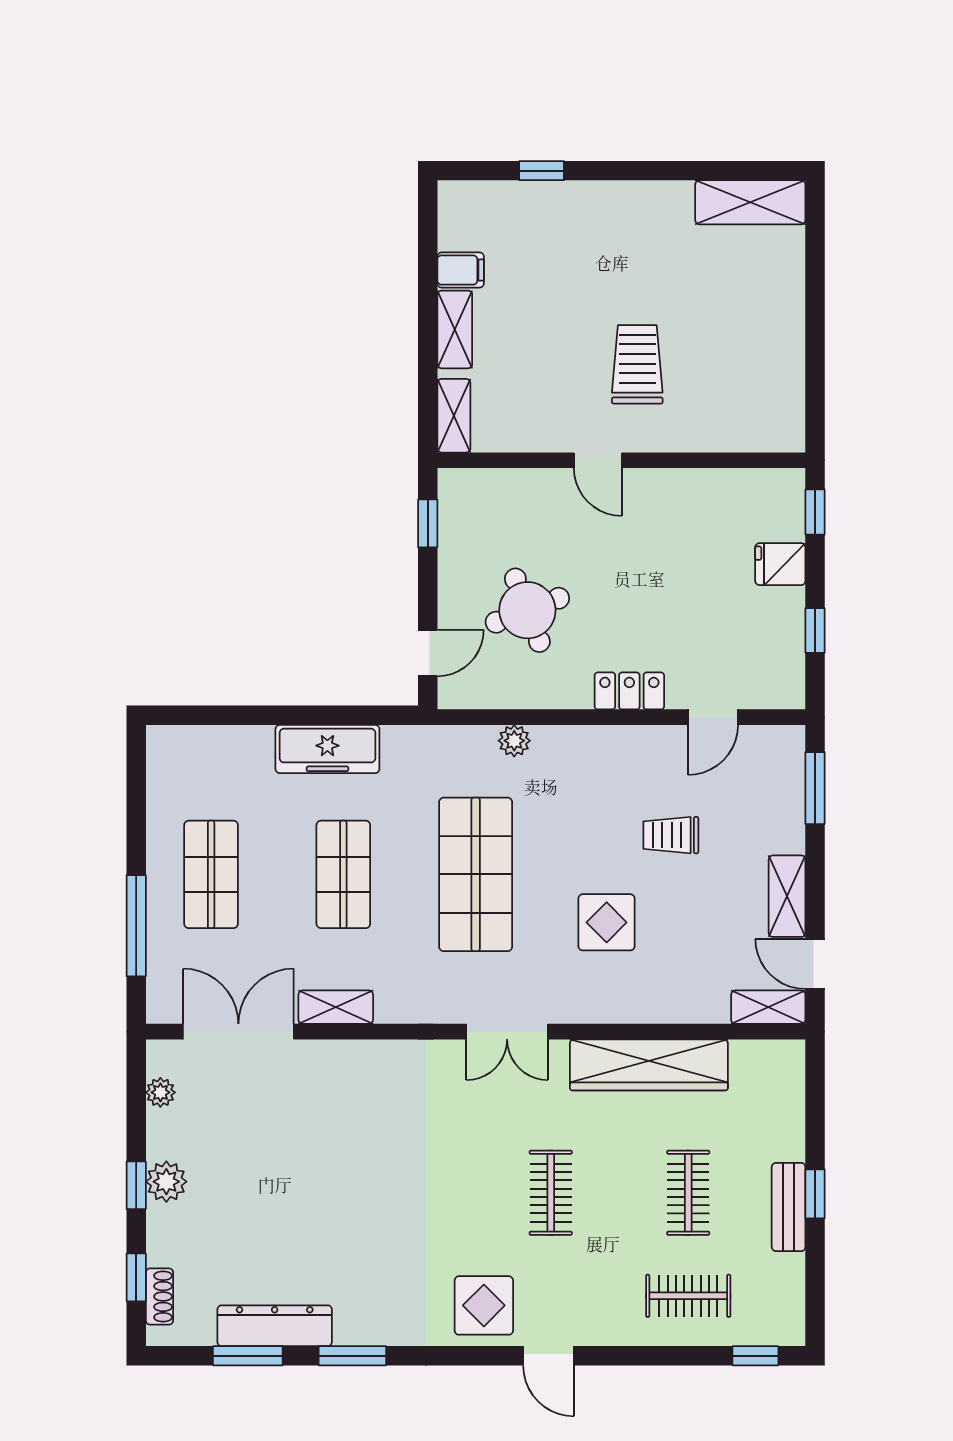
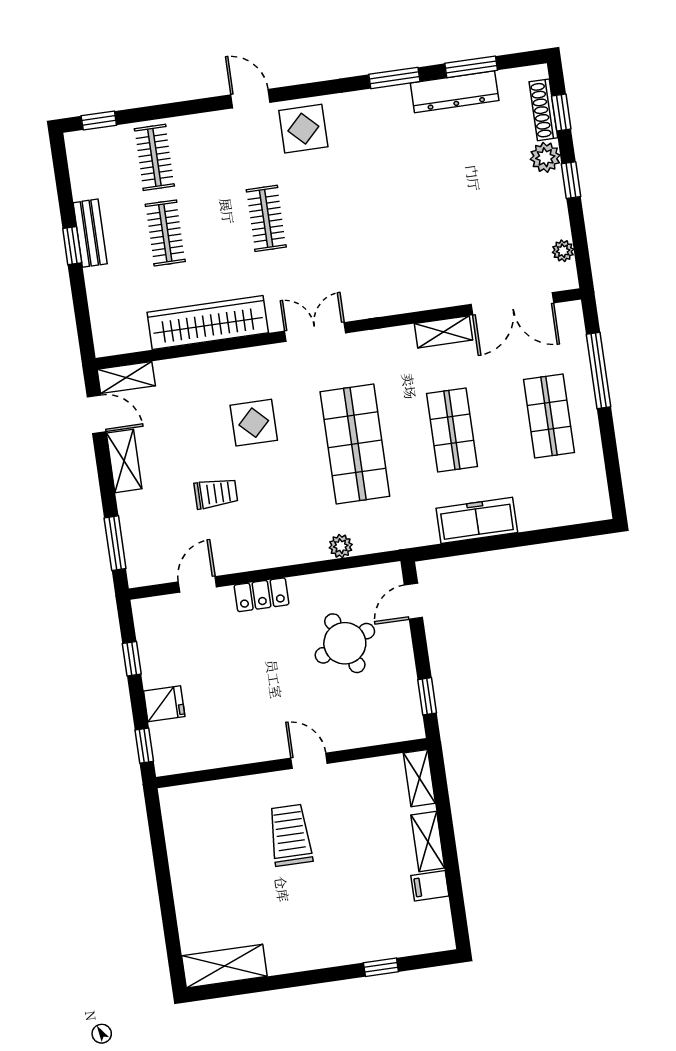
trolley: (637, 364) -> (290, 835), turned 180
plant: (166, 1182) -> (545, 157), moved
shoe rack: (159, 1296) -> (543, 110), width x1.43
clothes rail: (688, 1296) -> (154, 157), turned 90

